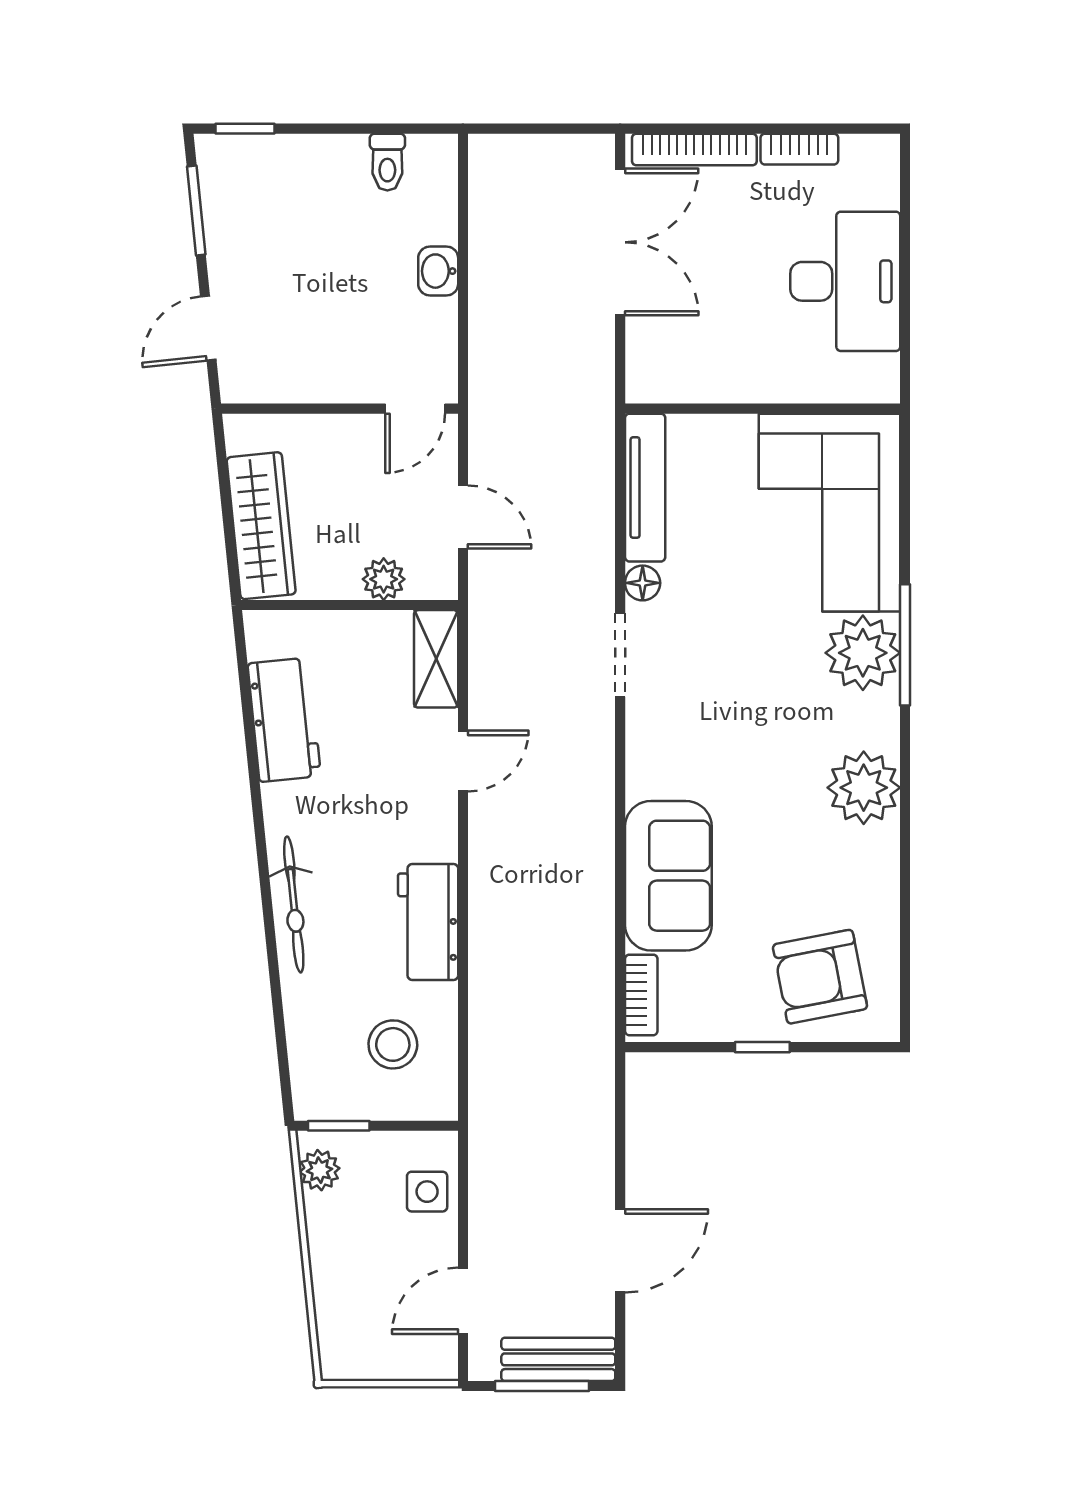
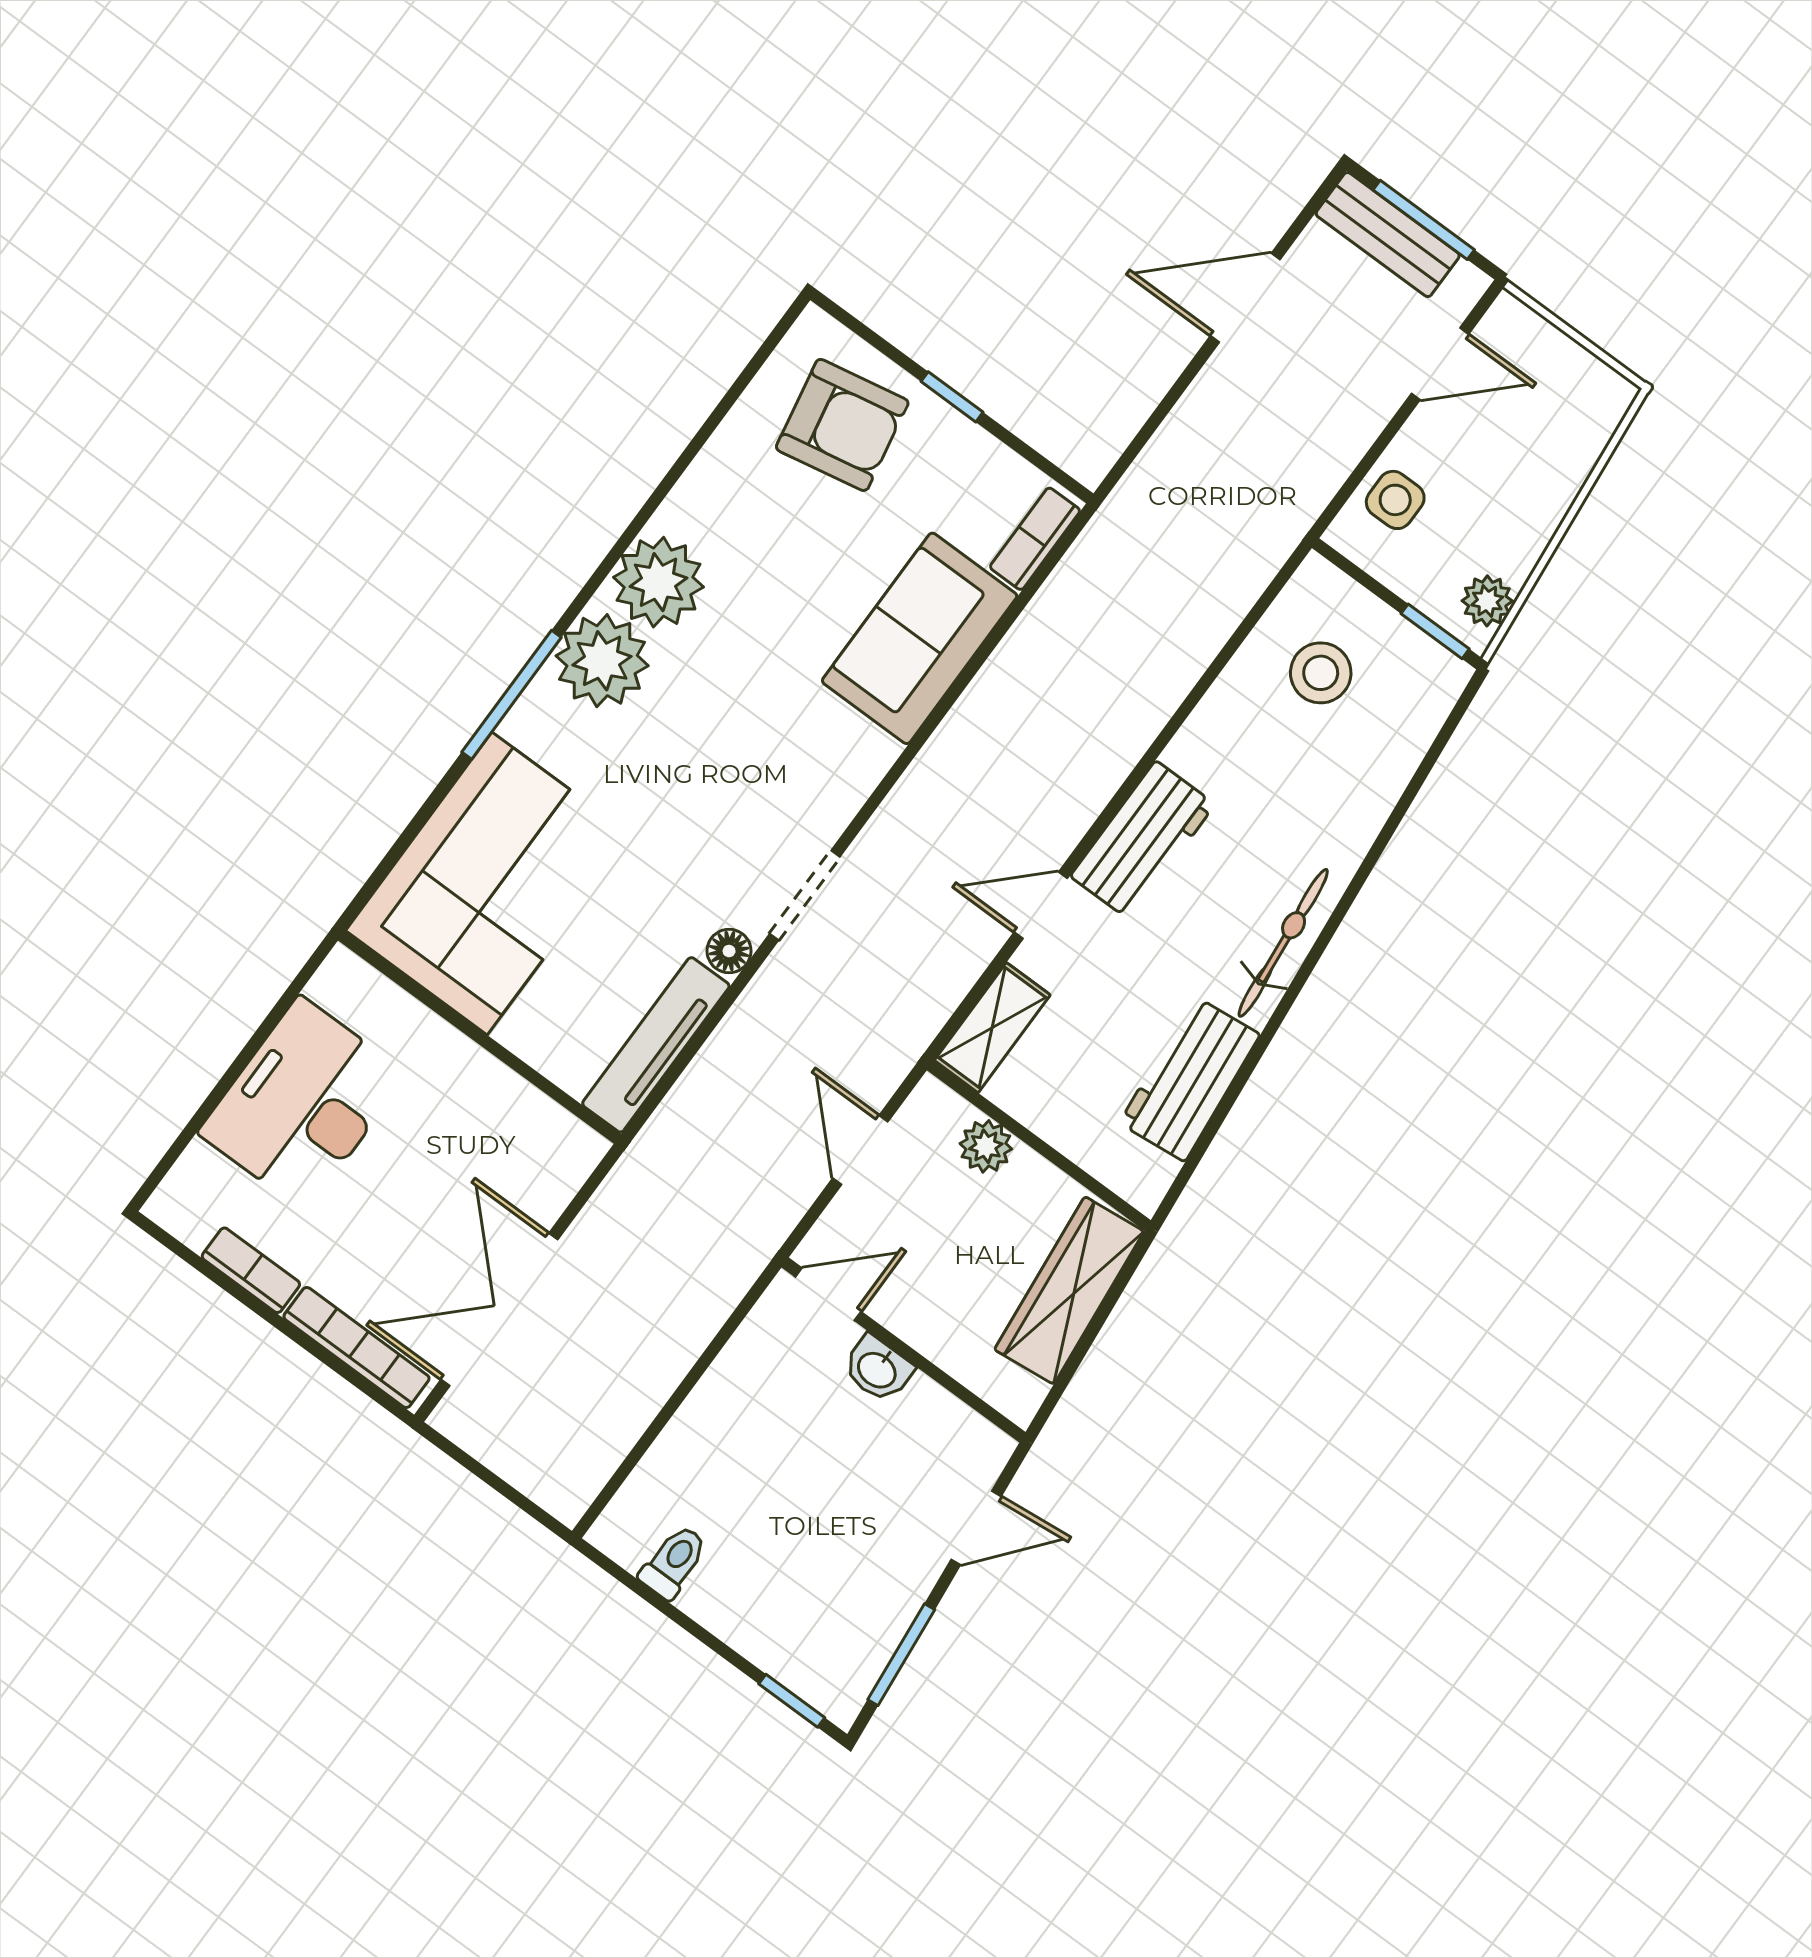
washbasin: (438, 271) -> (878, 1369), moved, turned 90
plant: (863, 653) -> (602, 661), moved
bicycle: (294, 904) -> (1283, 943), moved
workbench: (428, 922) -> (1143, 840), moved

